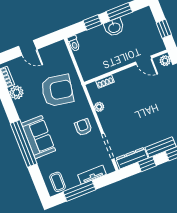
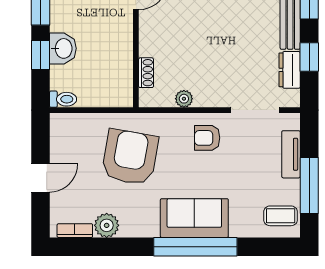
washbasin: (114, 27) -> (63, 48), moved
dresser: (132, 158) -> (290, 70), width x0.70

